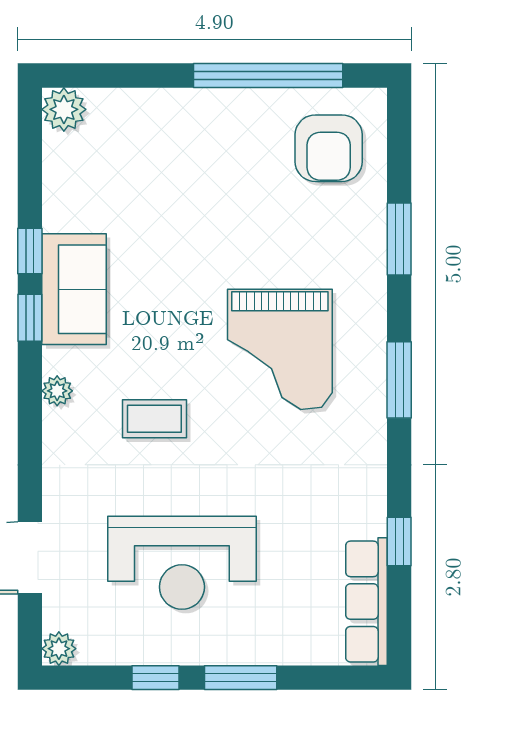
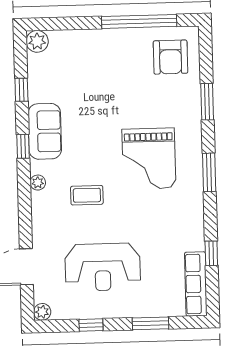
window: (30, 251) -> (21, 90), moved
window: (241, 678) -> (151, 323), moved

